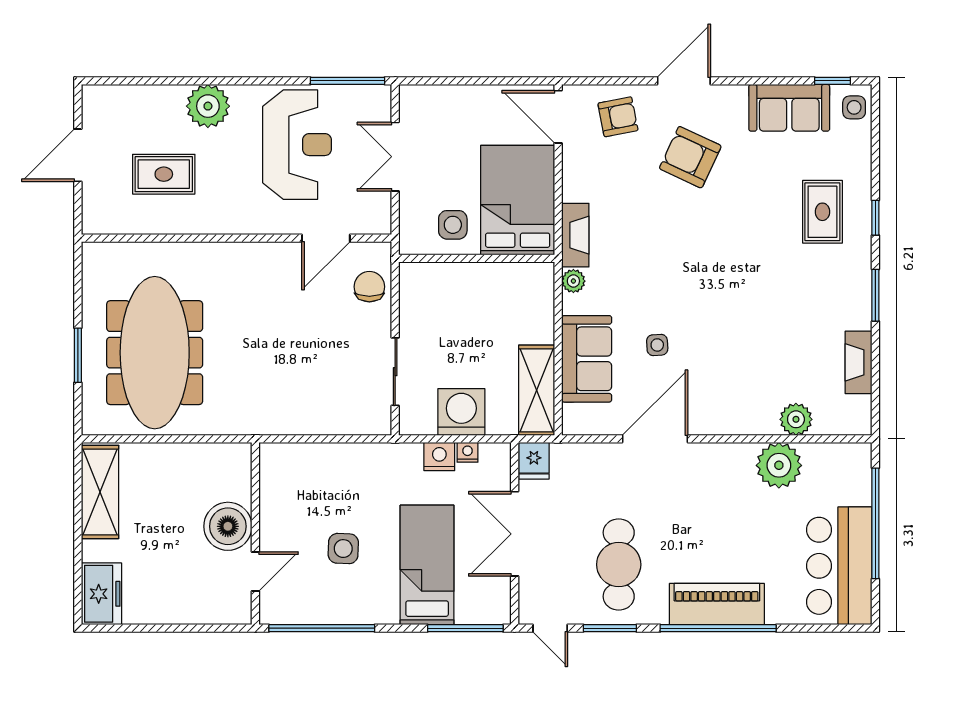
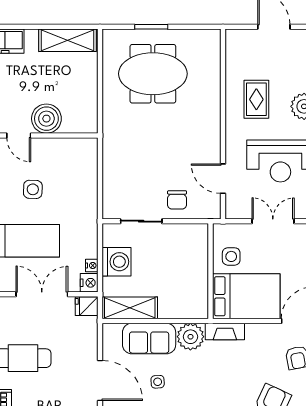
rug: (164, 174) -> (256, 99), moved
plant: (573, 281) -> (190, 337), width x1.87, depth x1.87
chair: (369, 287) -> (177, 200), moved, turned 90
meeting table: (155, 353) -> (153, 74), width x0.73
nightstand: (439, 457) -> (89, 283), moved

